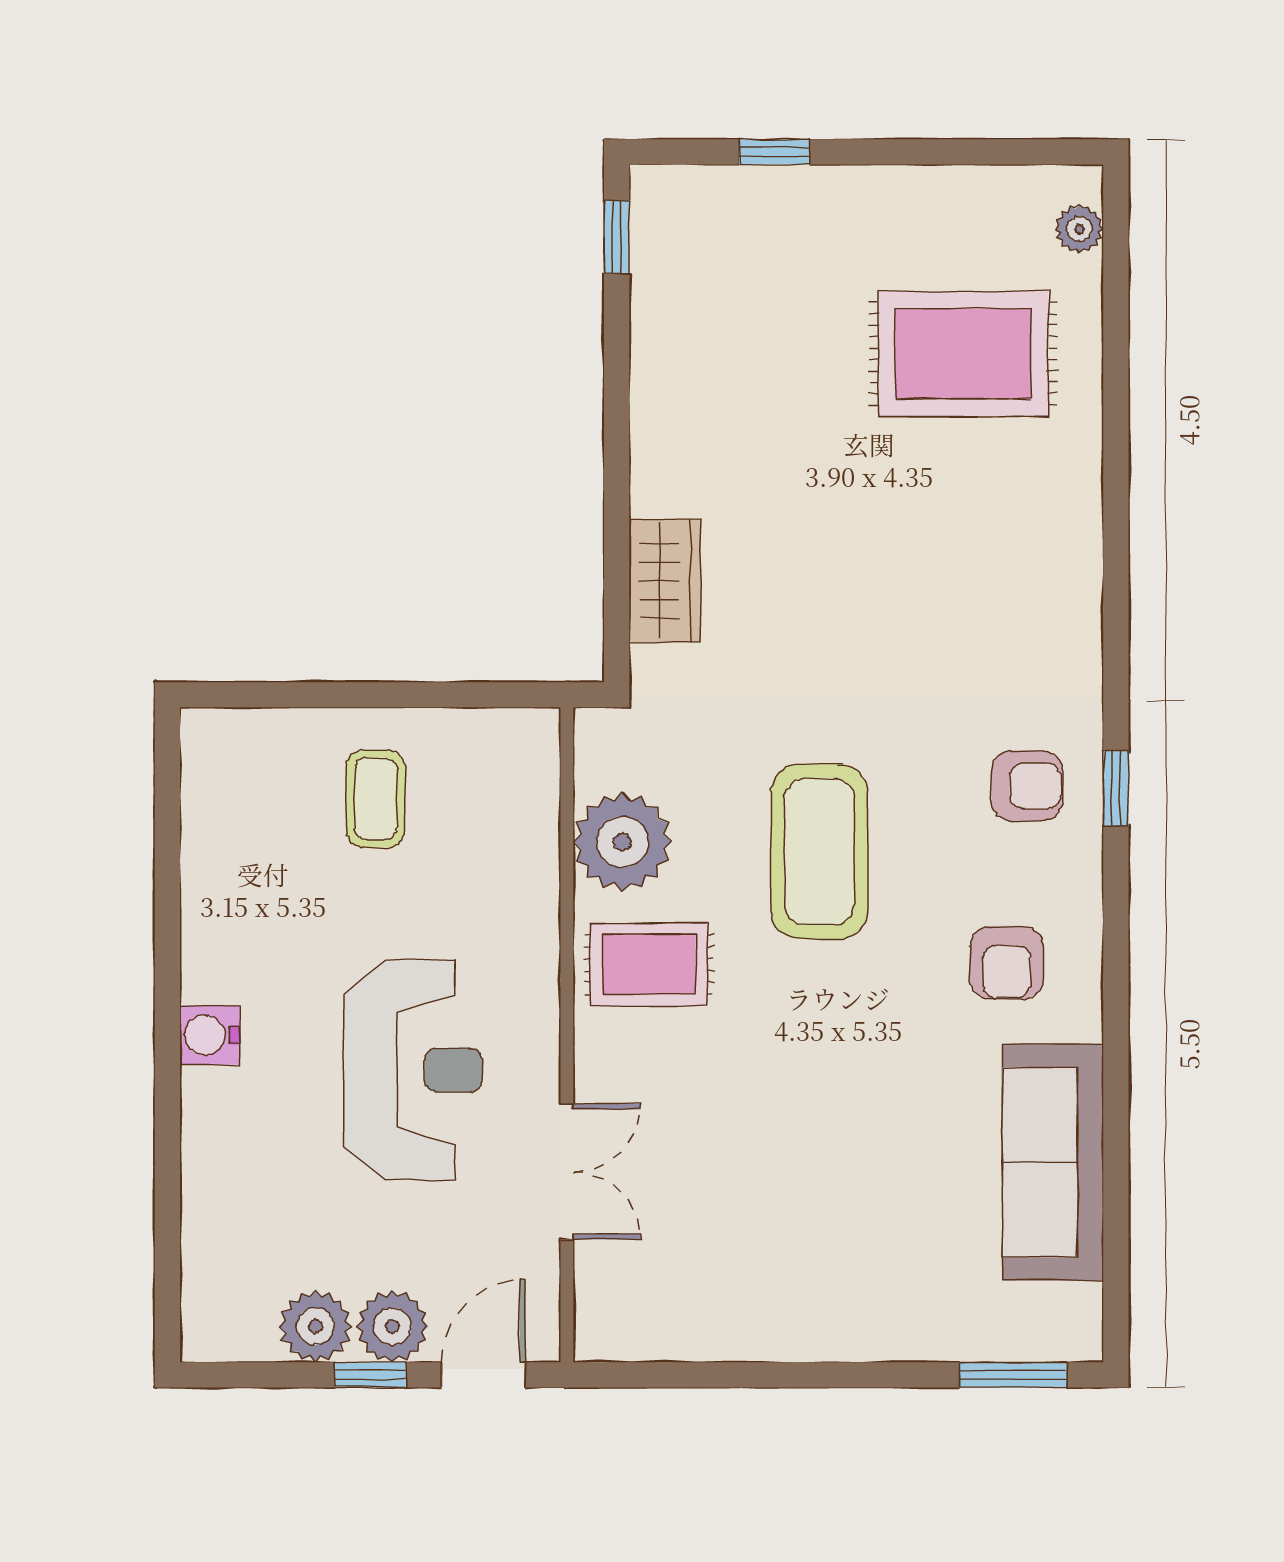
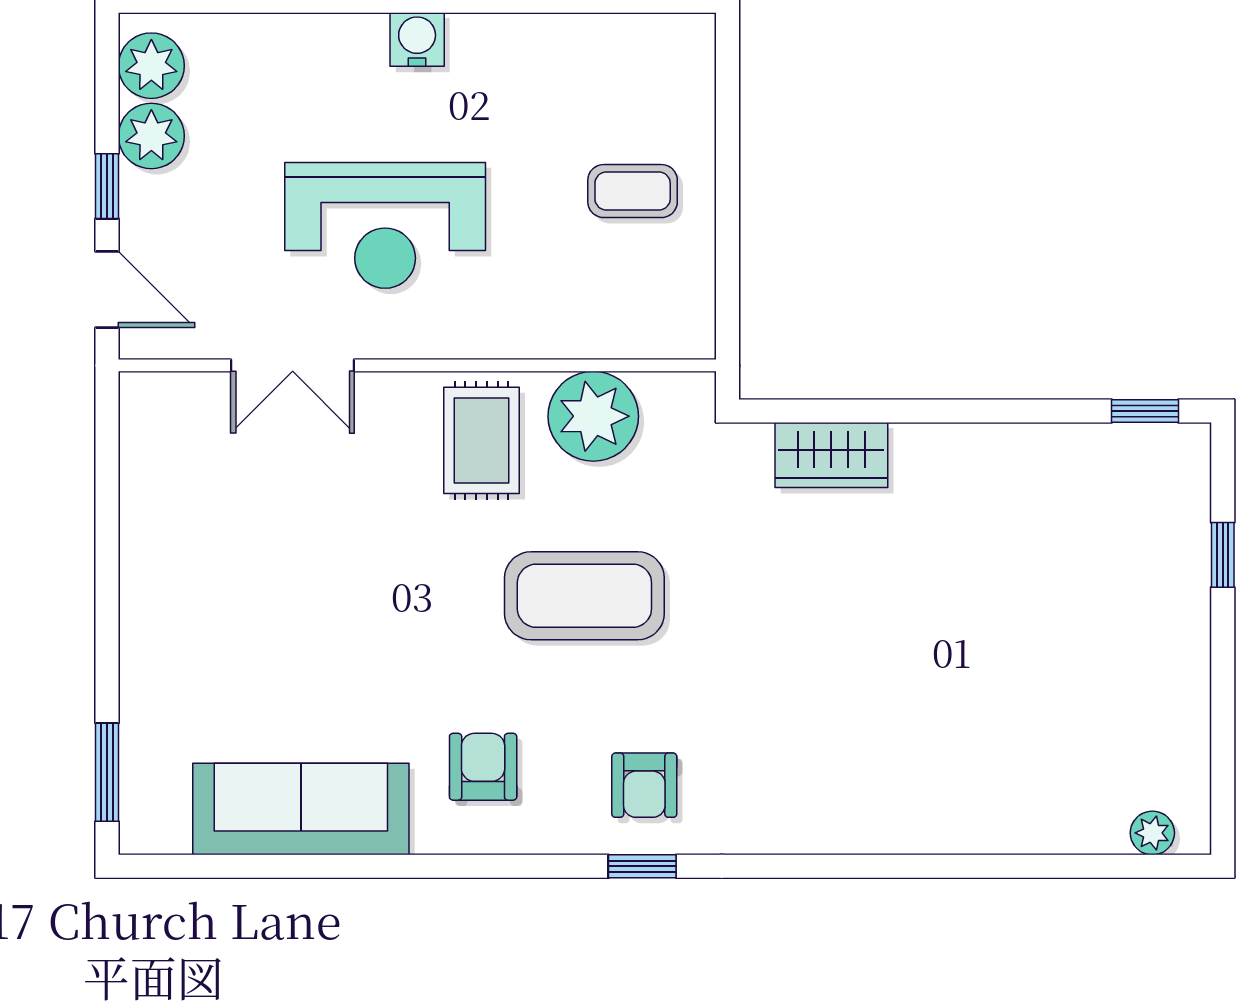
rug: (963, 354) -> (1038, 727), removed
armchair: (1007, 963) -> (483, 767), turned 90
plant: (392, 1326) -> (151, 66), moved

